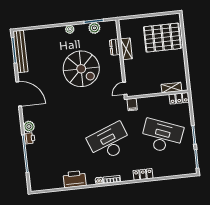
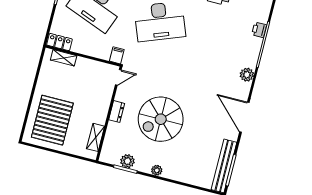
pallet: (162, 38) -> (52, 120), turned 90
dresser: (115, 47) -> (117, 112), moved
shelving: (126, 49) -> (96, 137), moved
spiral stairs: (81, 69) -> (161, 119), turned -90
printer: (30, 138) -> (259, 30), moved

